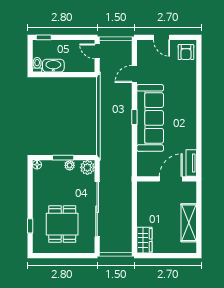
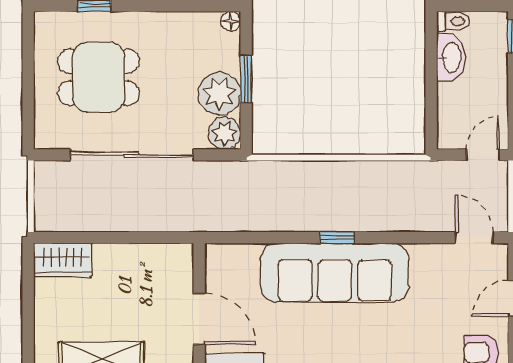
door: (134, 74) -> (474, 238), moved
plant: (70, 165) -> (219, 94), width x1.88, depth x1.88

